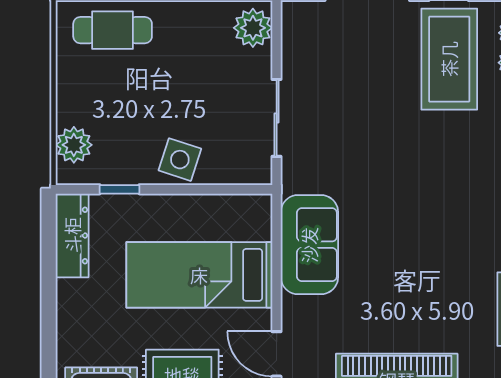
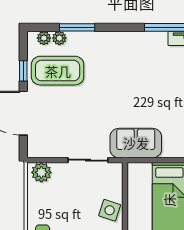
sofa: (309, 245) -> (136, 143), moved

